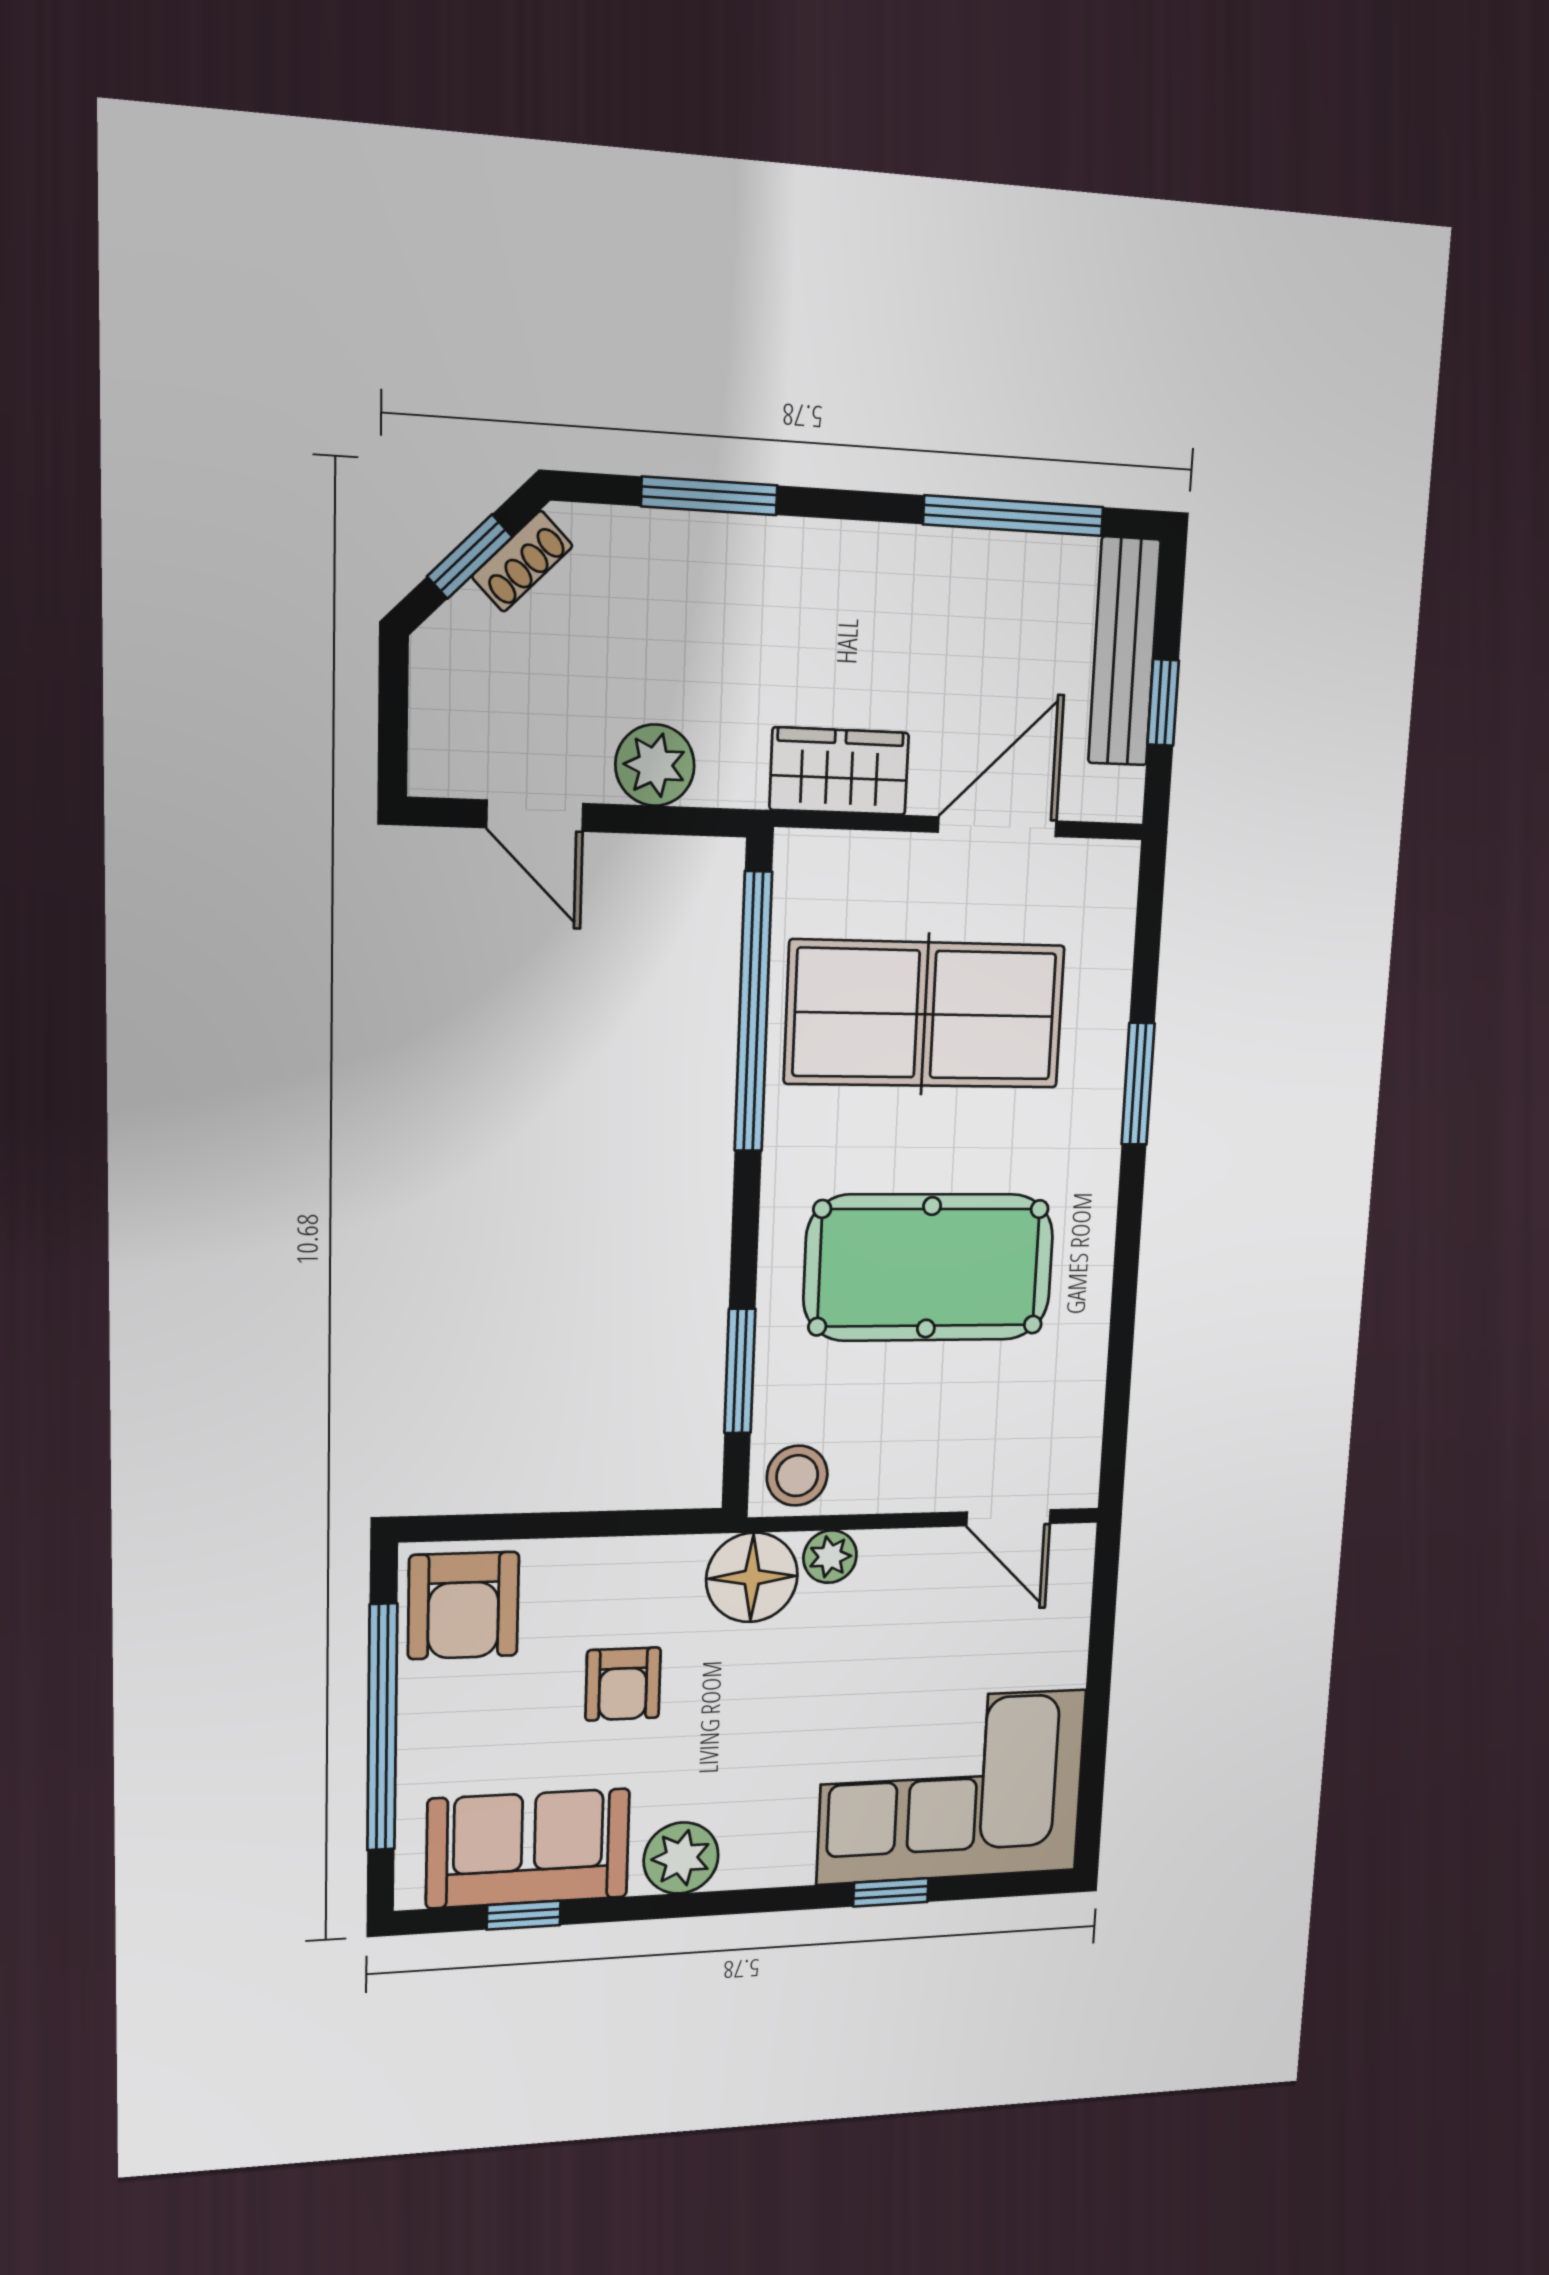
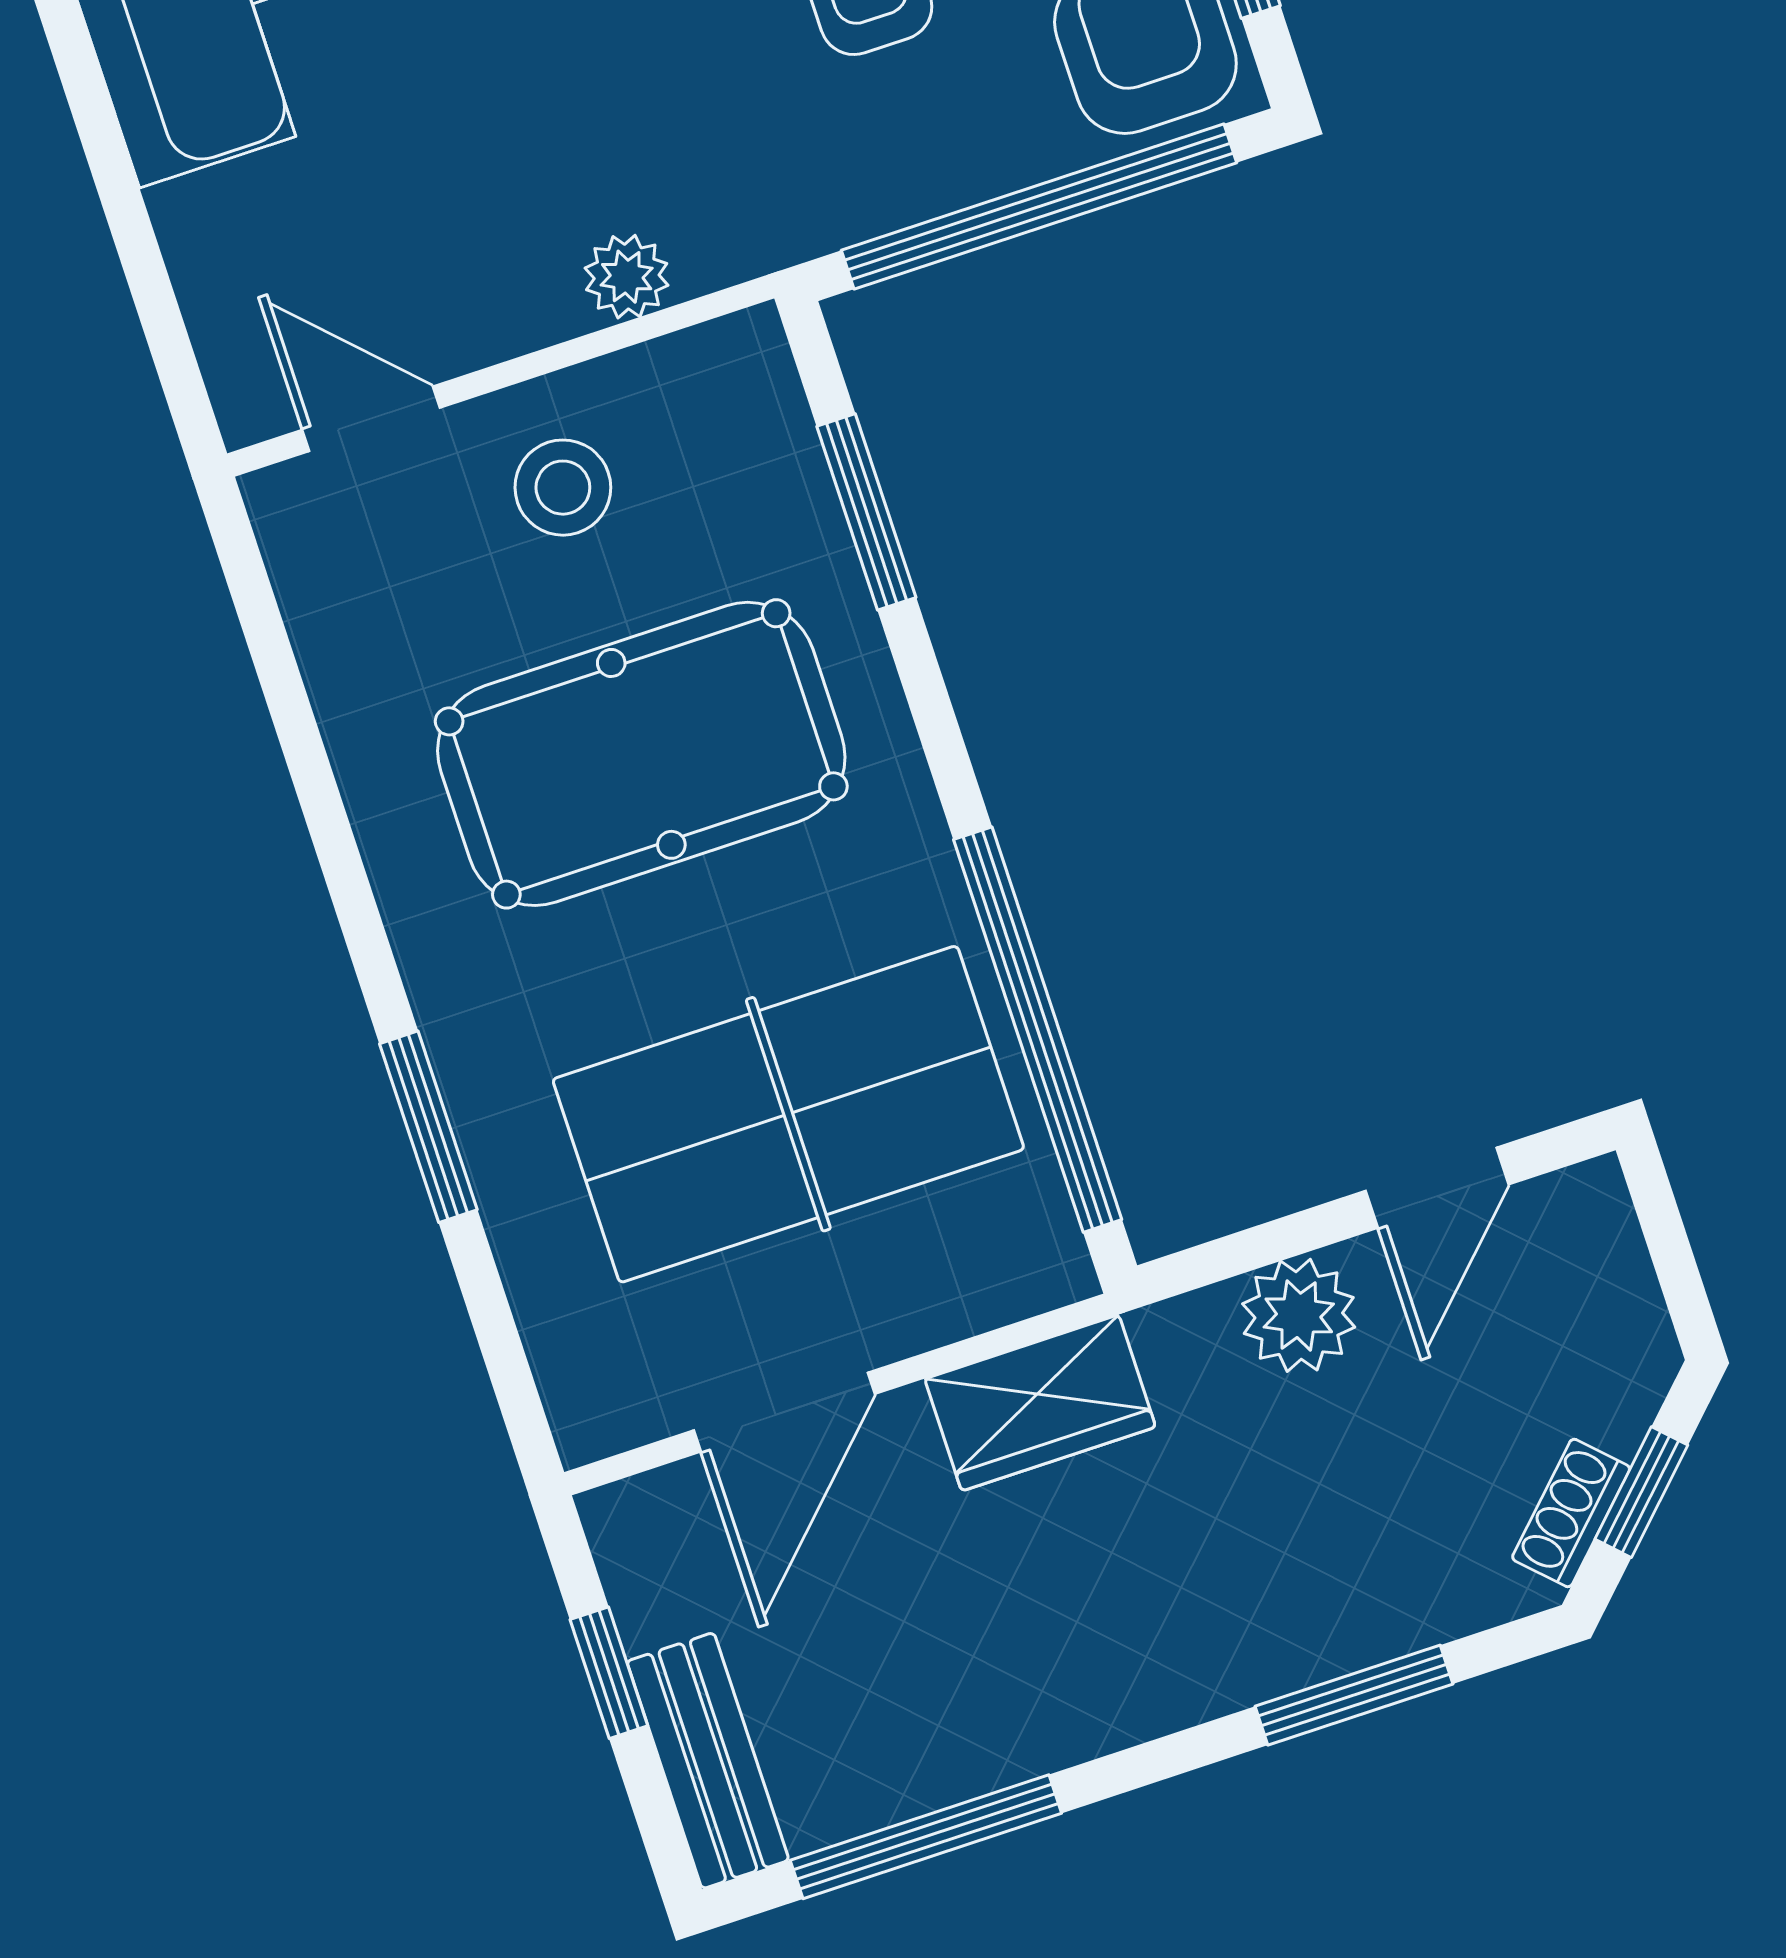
bench: (1124, 652) -> (708, 1761), width x0.73
door: (535, 816) -> (1437, 1188), swing flipped
stool: (797, 1476) -> (563, 488), moved
window: (566, 1525) -> (1039, 207), added
floor lamp: (752, 1577) -> (734, 210), removed

